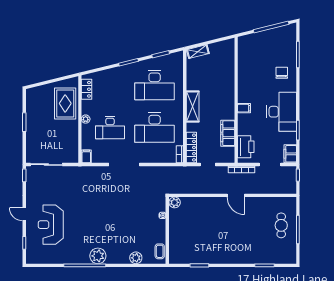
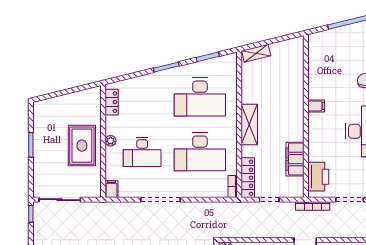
rug: (65, 103) -> (82, 146), moved
filing cabinet: (244, 108) -> (316, 106), moved

